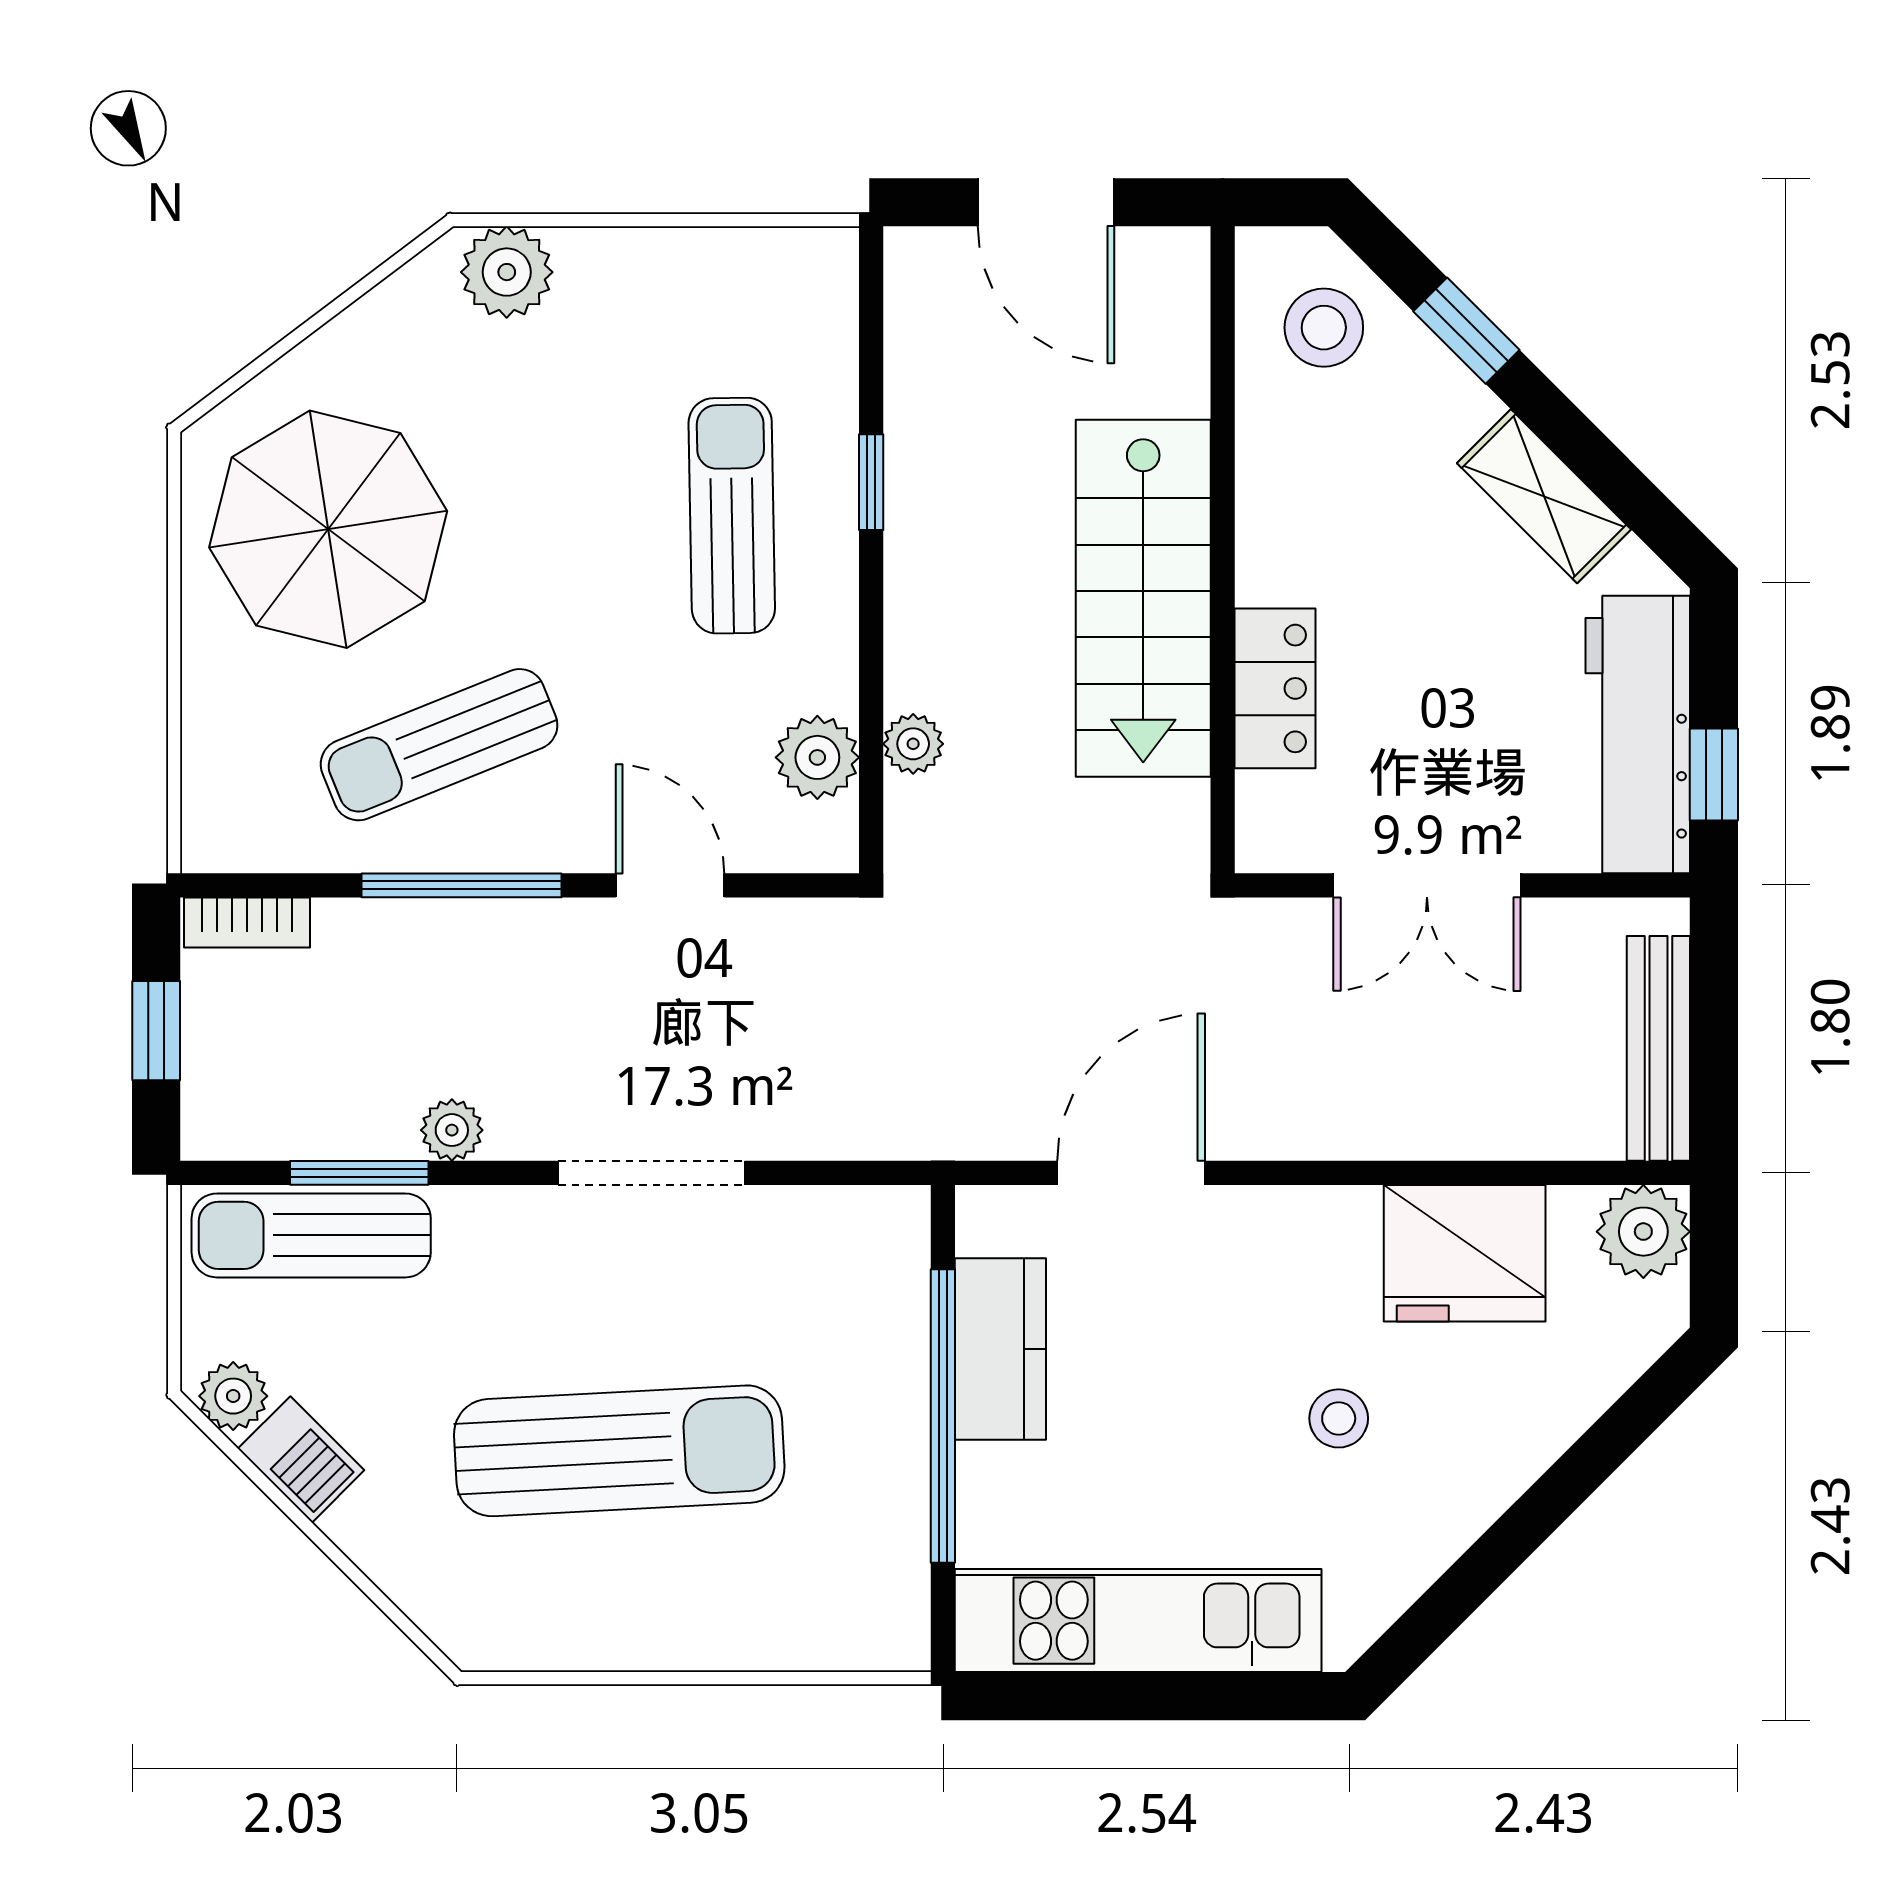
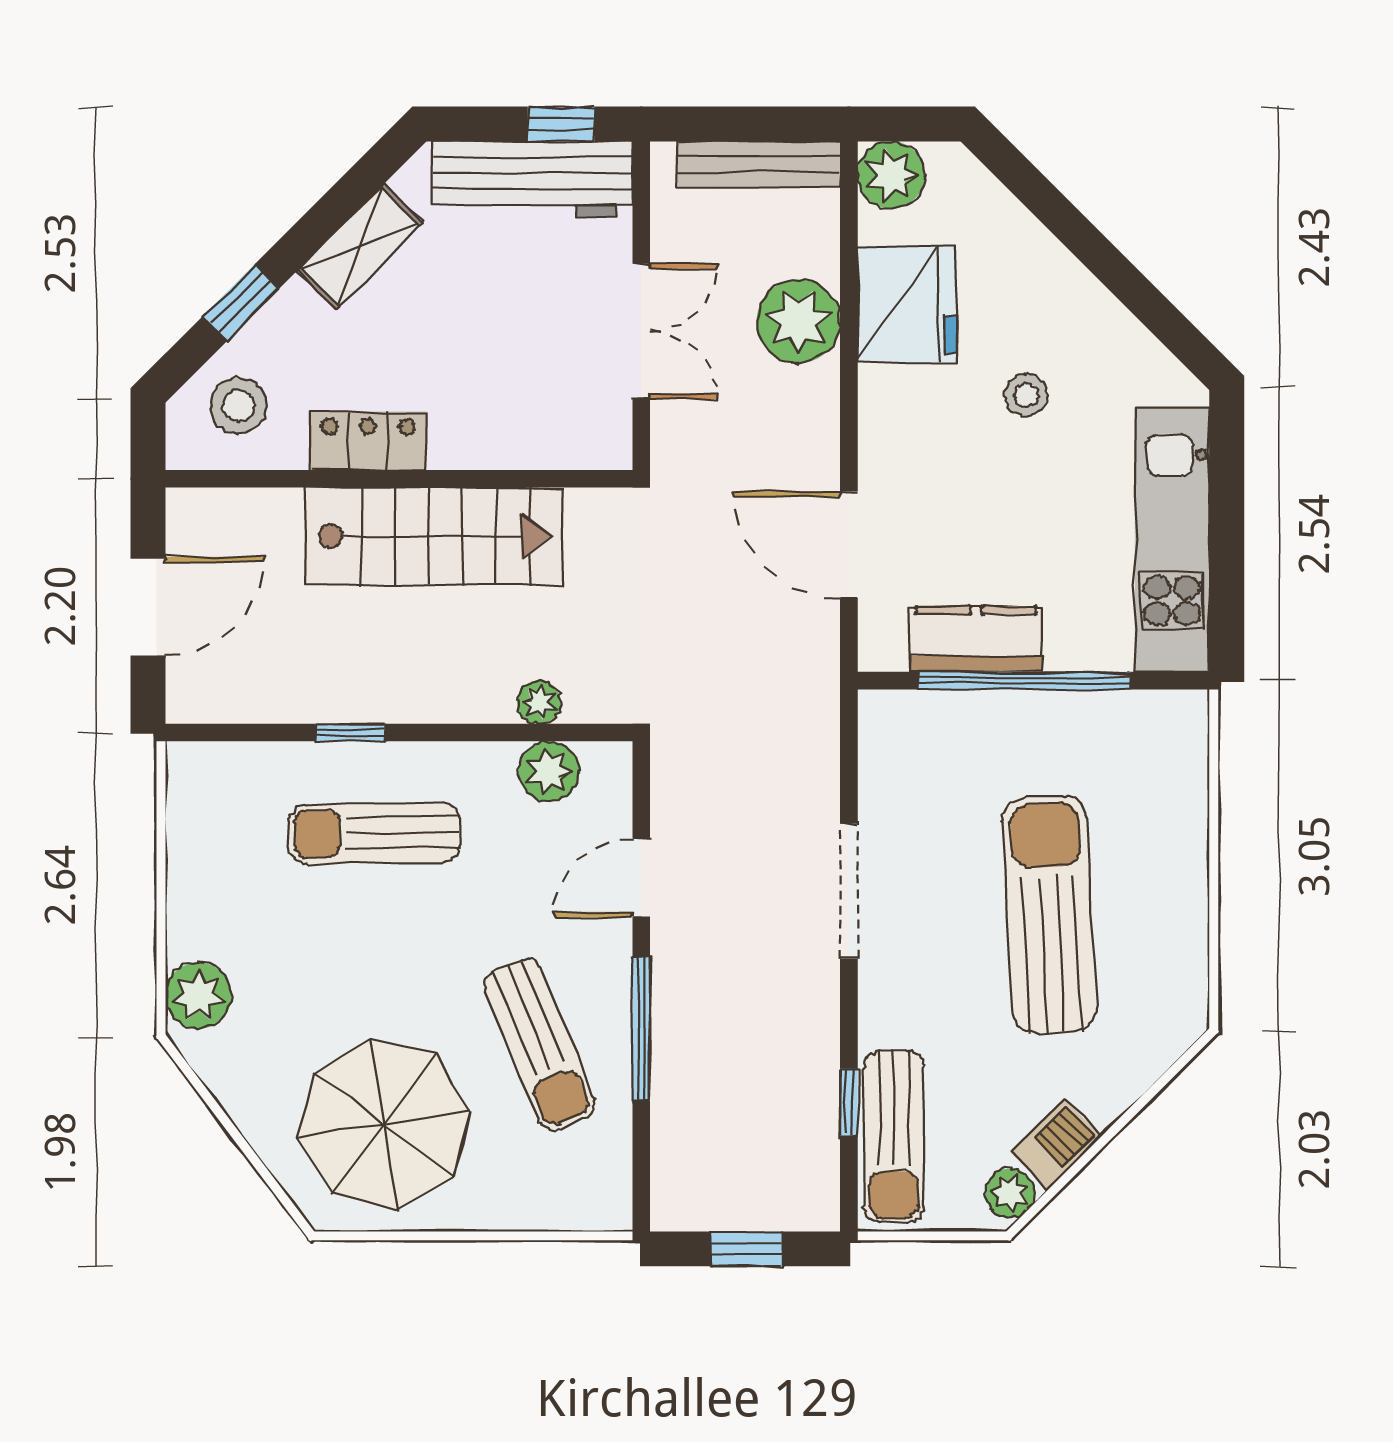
locker: (1275, 688) -> (368, 441), moved
bookcase: (247, 922) -> (668, 1183), removed
plant: (452, 1130) -> (798, 321), moved, width x1.88, depth x1.88
window: (359, 1173) -> (849, 1102), width x0.67

